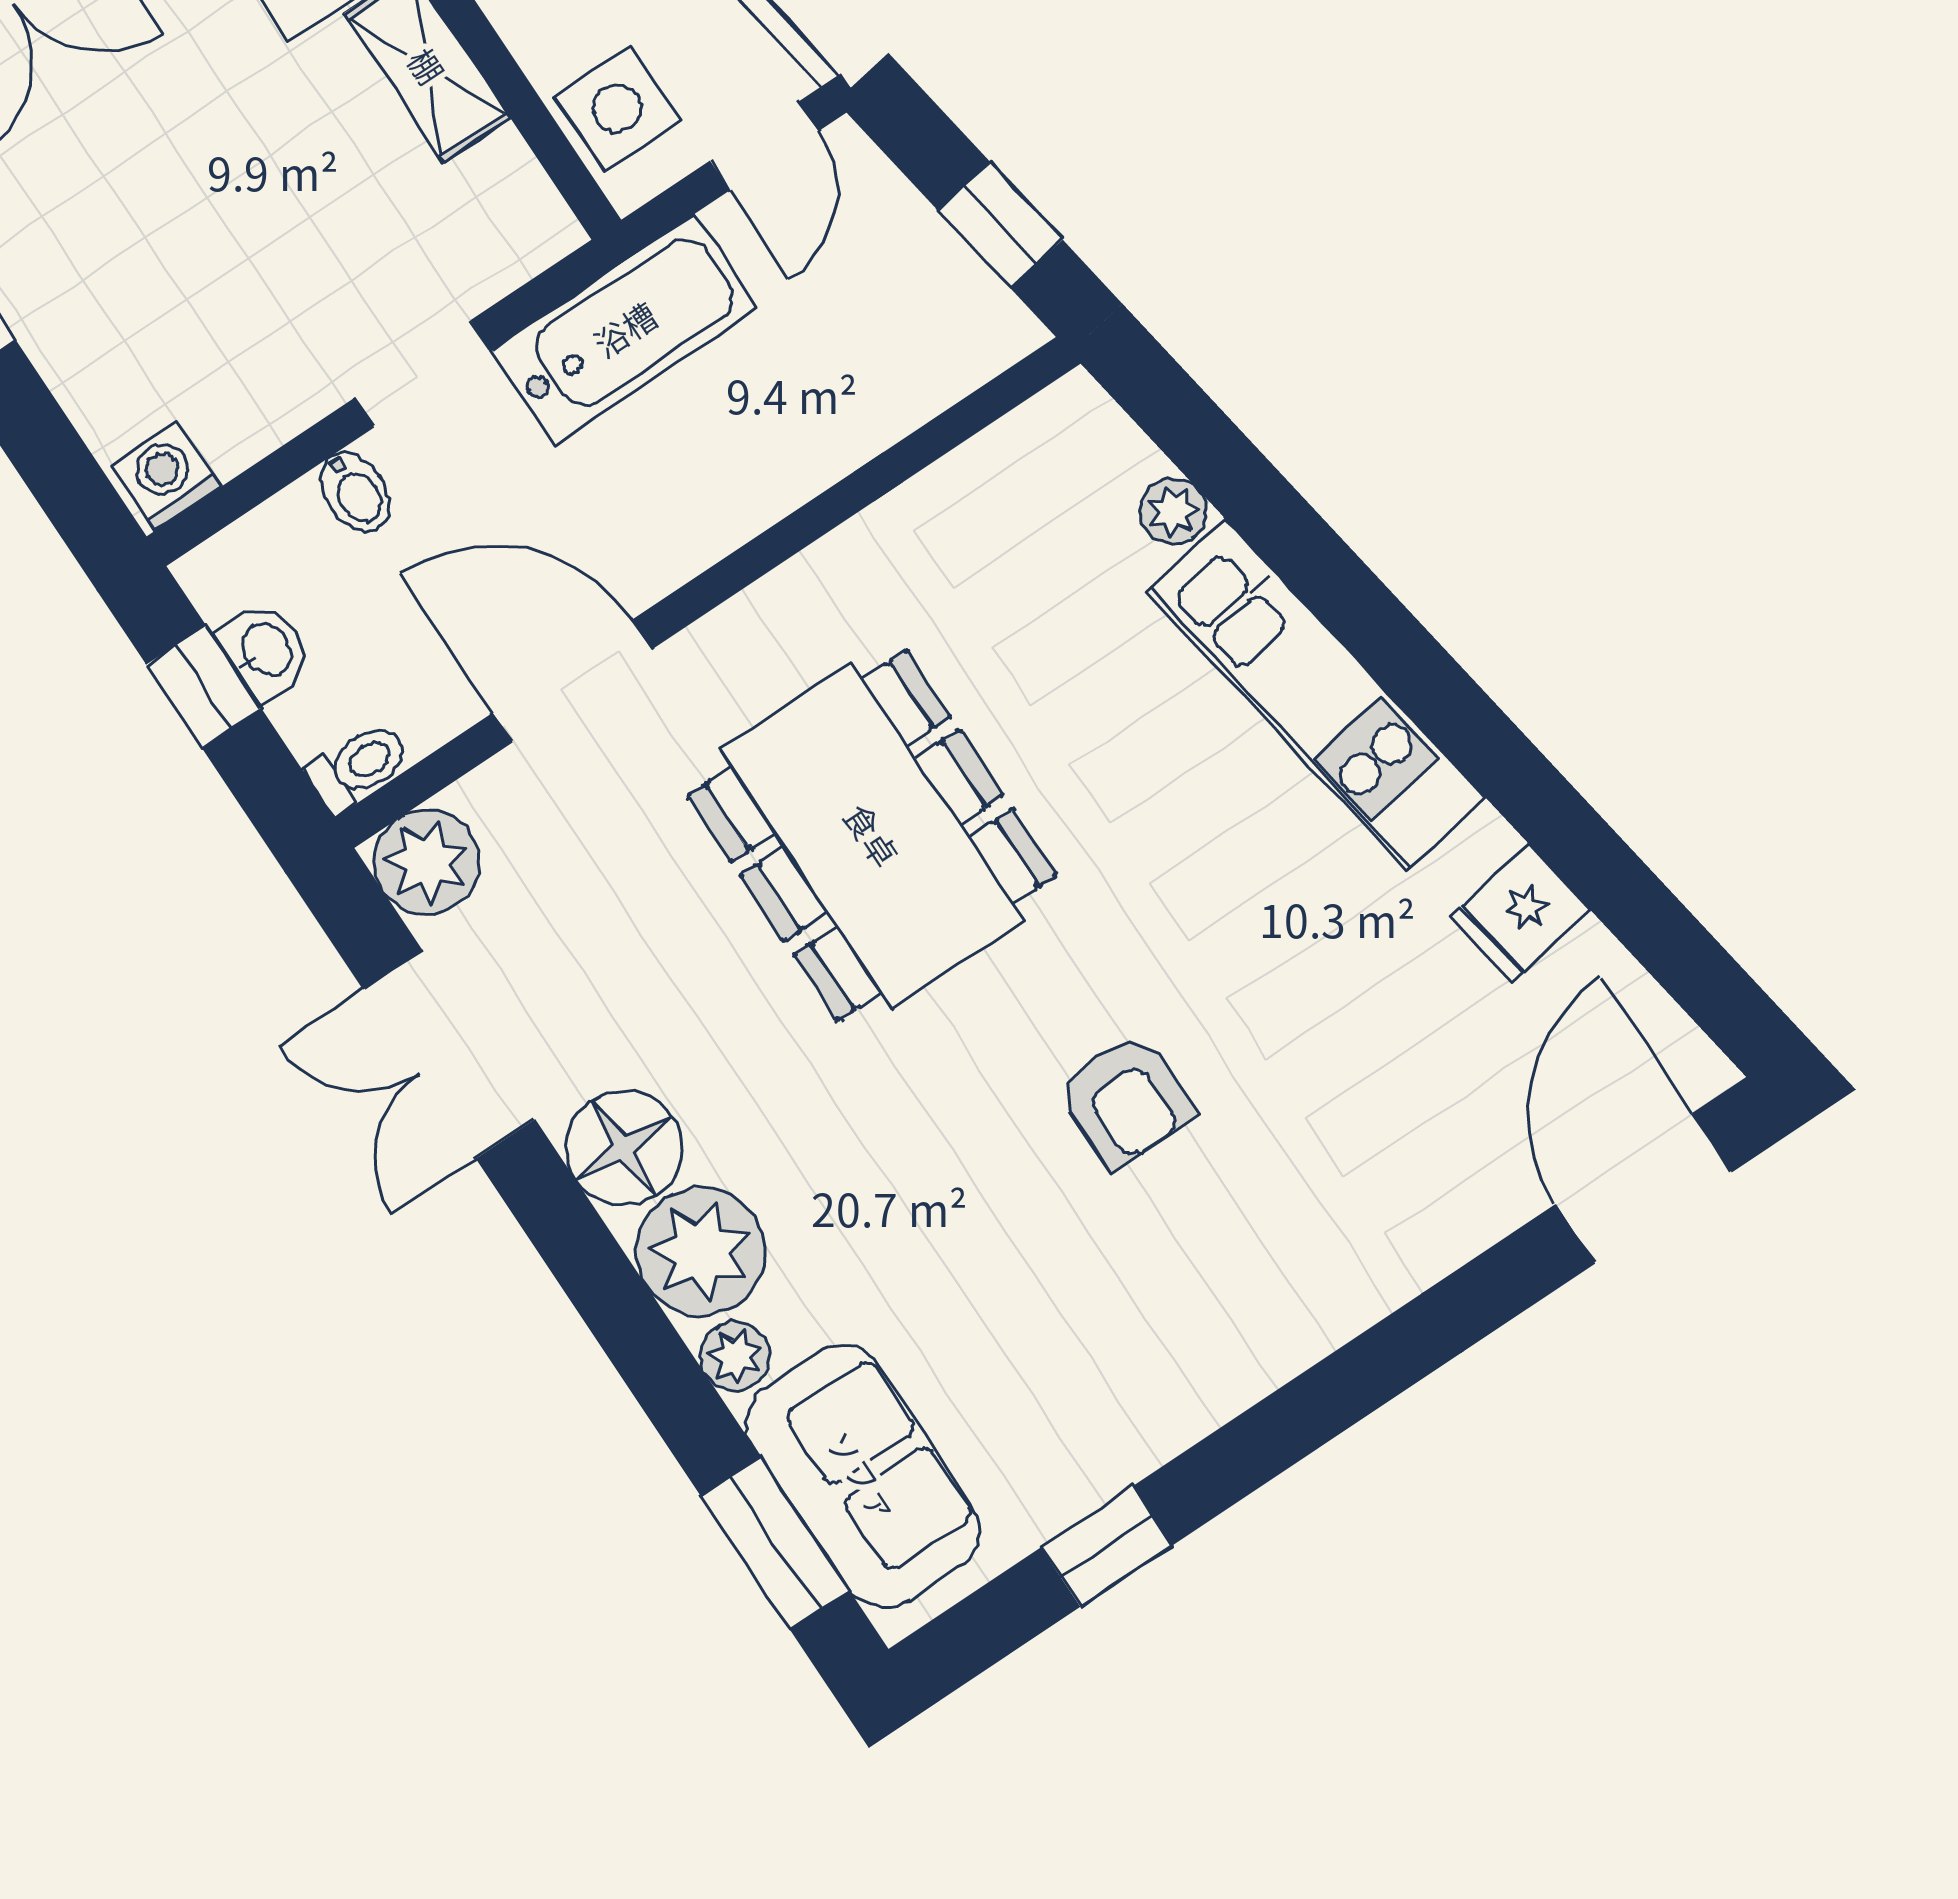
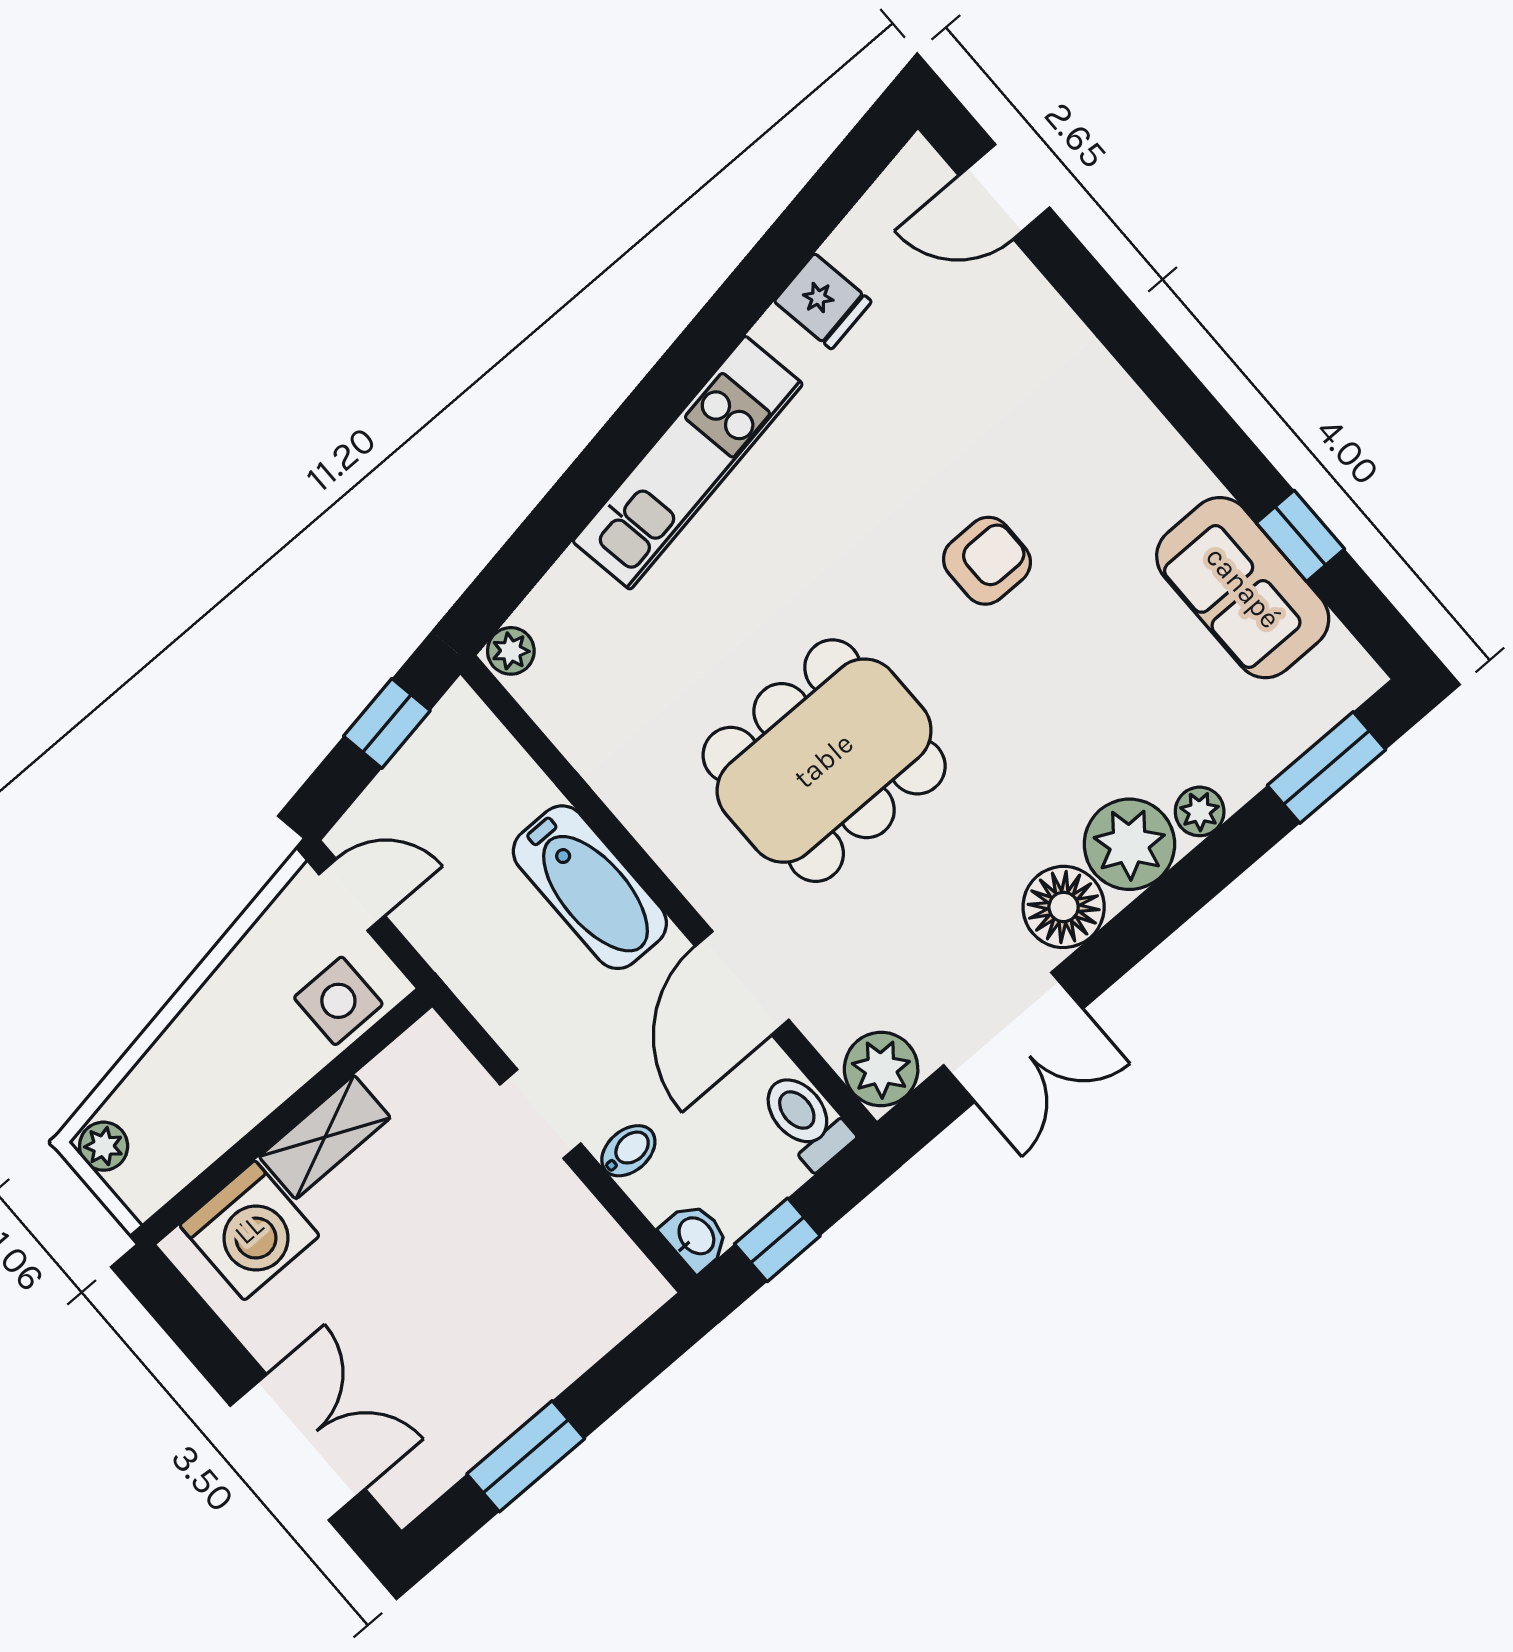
bathtub: (625, 329) -> (590, 887), moved, turned 180
washing machine: (167, 476) -> (633, 1284), removed
plant: (1173, 511) -> (511, 651), moved
washbasin: (265, 651) -> (695, 1237), moved, turned 90
toilet: (358, 767) -> (805, 1120), width x1.37, depth x1.39
door: (1644, 1188) -> (1004, 192), width x0.73
sofa: (863, 1476) -> (1243, 588), moved, turned -90

